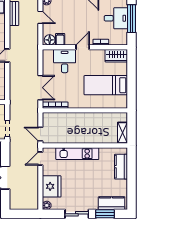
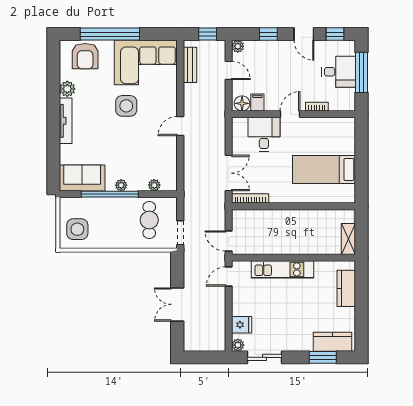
wardrobe: (116, 56) -> (339, 126), removed
fridge: (52, 186) -> (242, 325), width x0.53, depth x0.75
sliding door: (77, 214) -> (264, 357), moved

